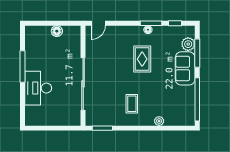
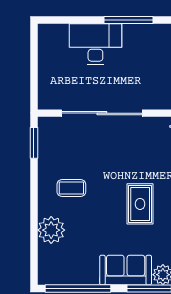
rug: (142, 59) -> (140, 204), turned 90
plant: (159, 121) -> (51, 230), width x1.88, depth x1.88

